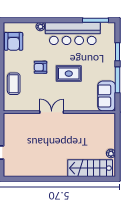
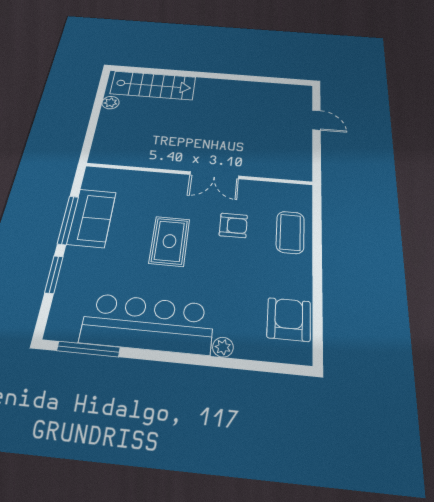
armchair: (41, 67) -> (233, 225), moved
rug: (69, 74) -> (169, 241), turned 90
sofa: (107, 96) -> (92, 218), moved

